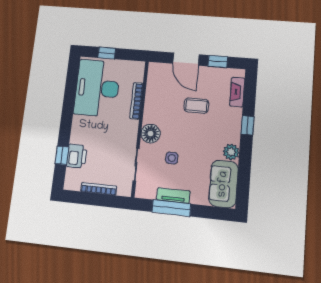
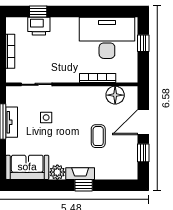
fireplace: (237, 92) -> (80, 174), moved
floor lamp: (151, 134) -> (115, 95), moved

